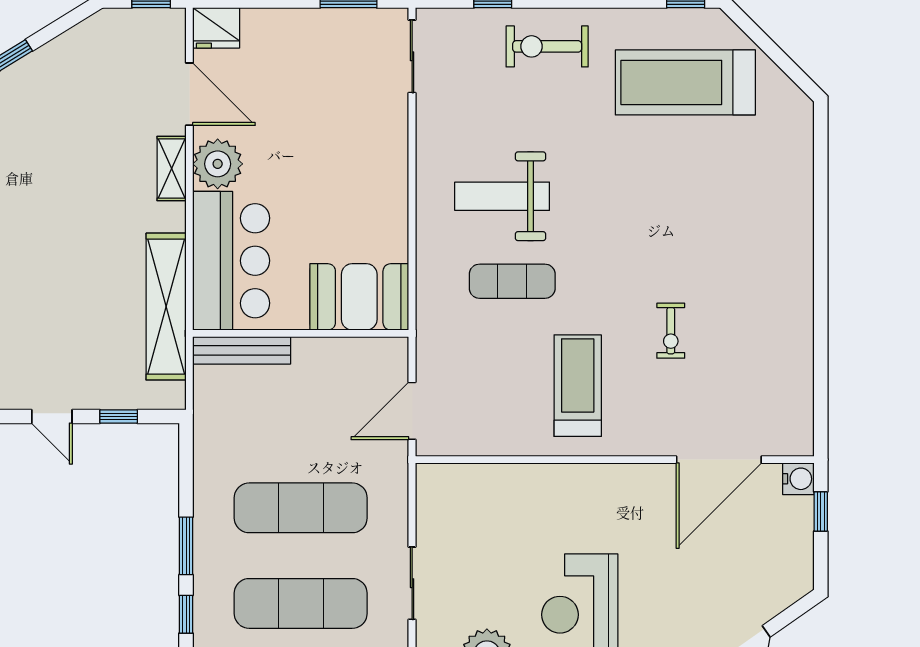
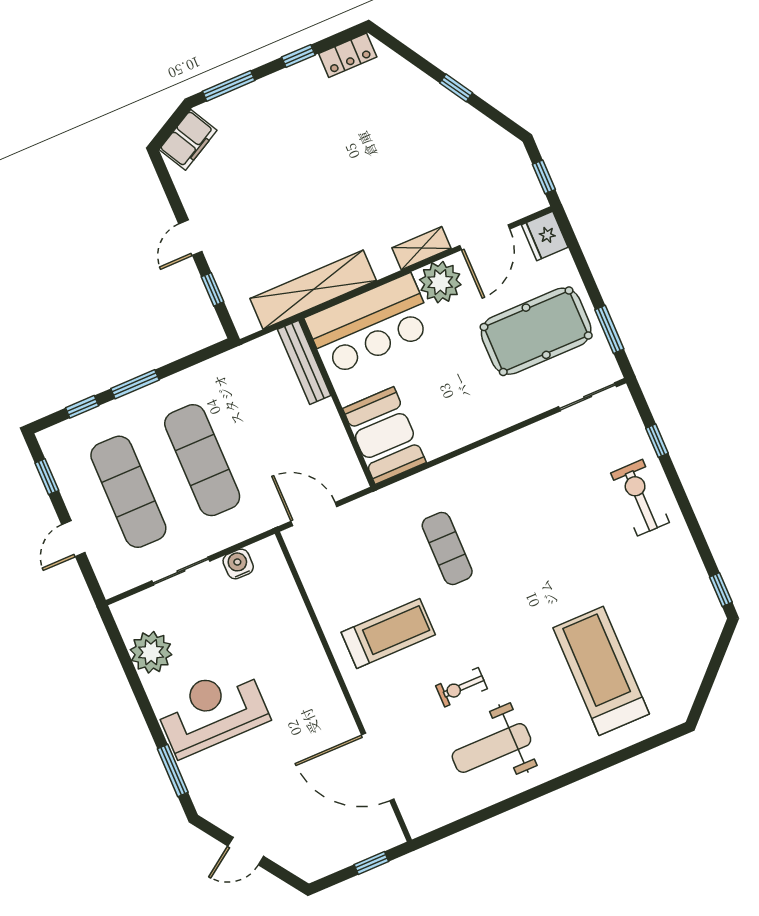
pool table: (316, 82) -> (536, 331), added
treadmill: (685, 82) -> (601, 671), moved
weight bench: (502, 196) -> (491, 748), moved, turned -90
water cooler: (798, 479) -> (238, 564), moved, turned 180

